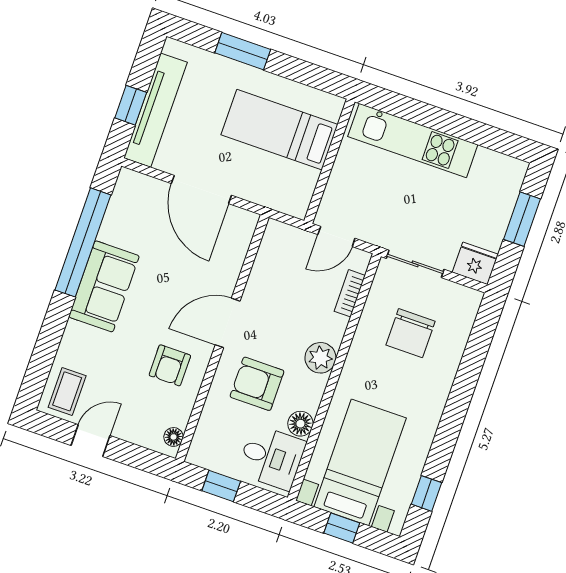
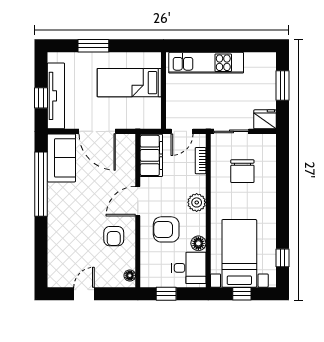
filing cabinet: (274, 258) -> (151, 155), added
sofa: (104, 286) -> (61, 158), moved
coffee table: (67, 391) -> (61, 271), removed

